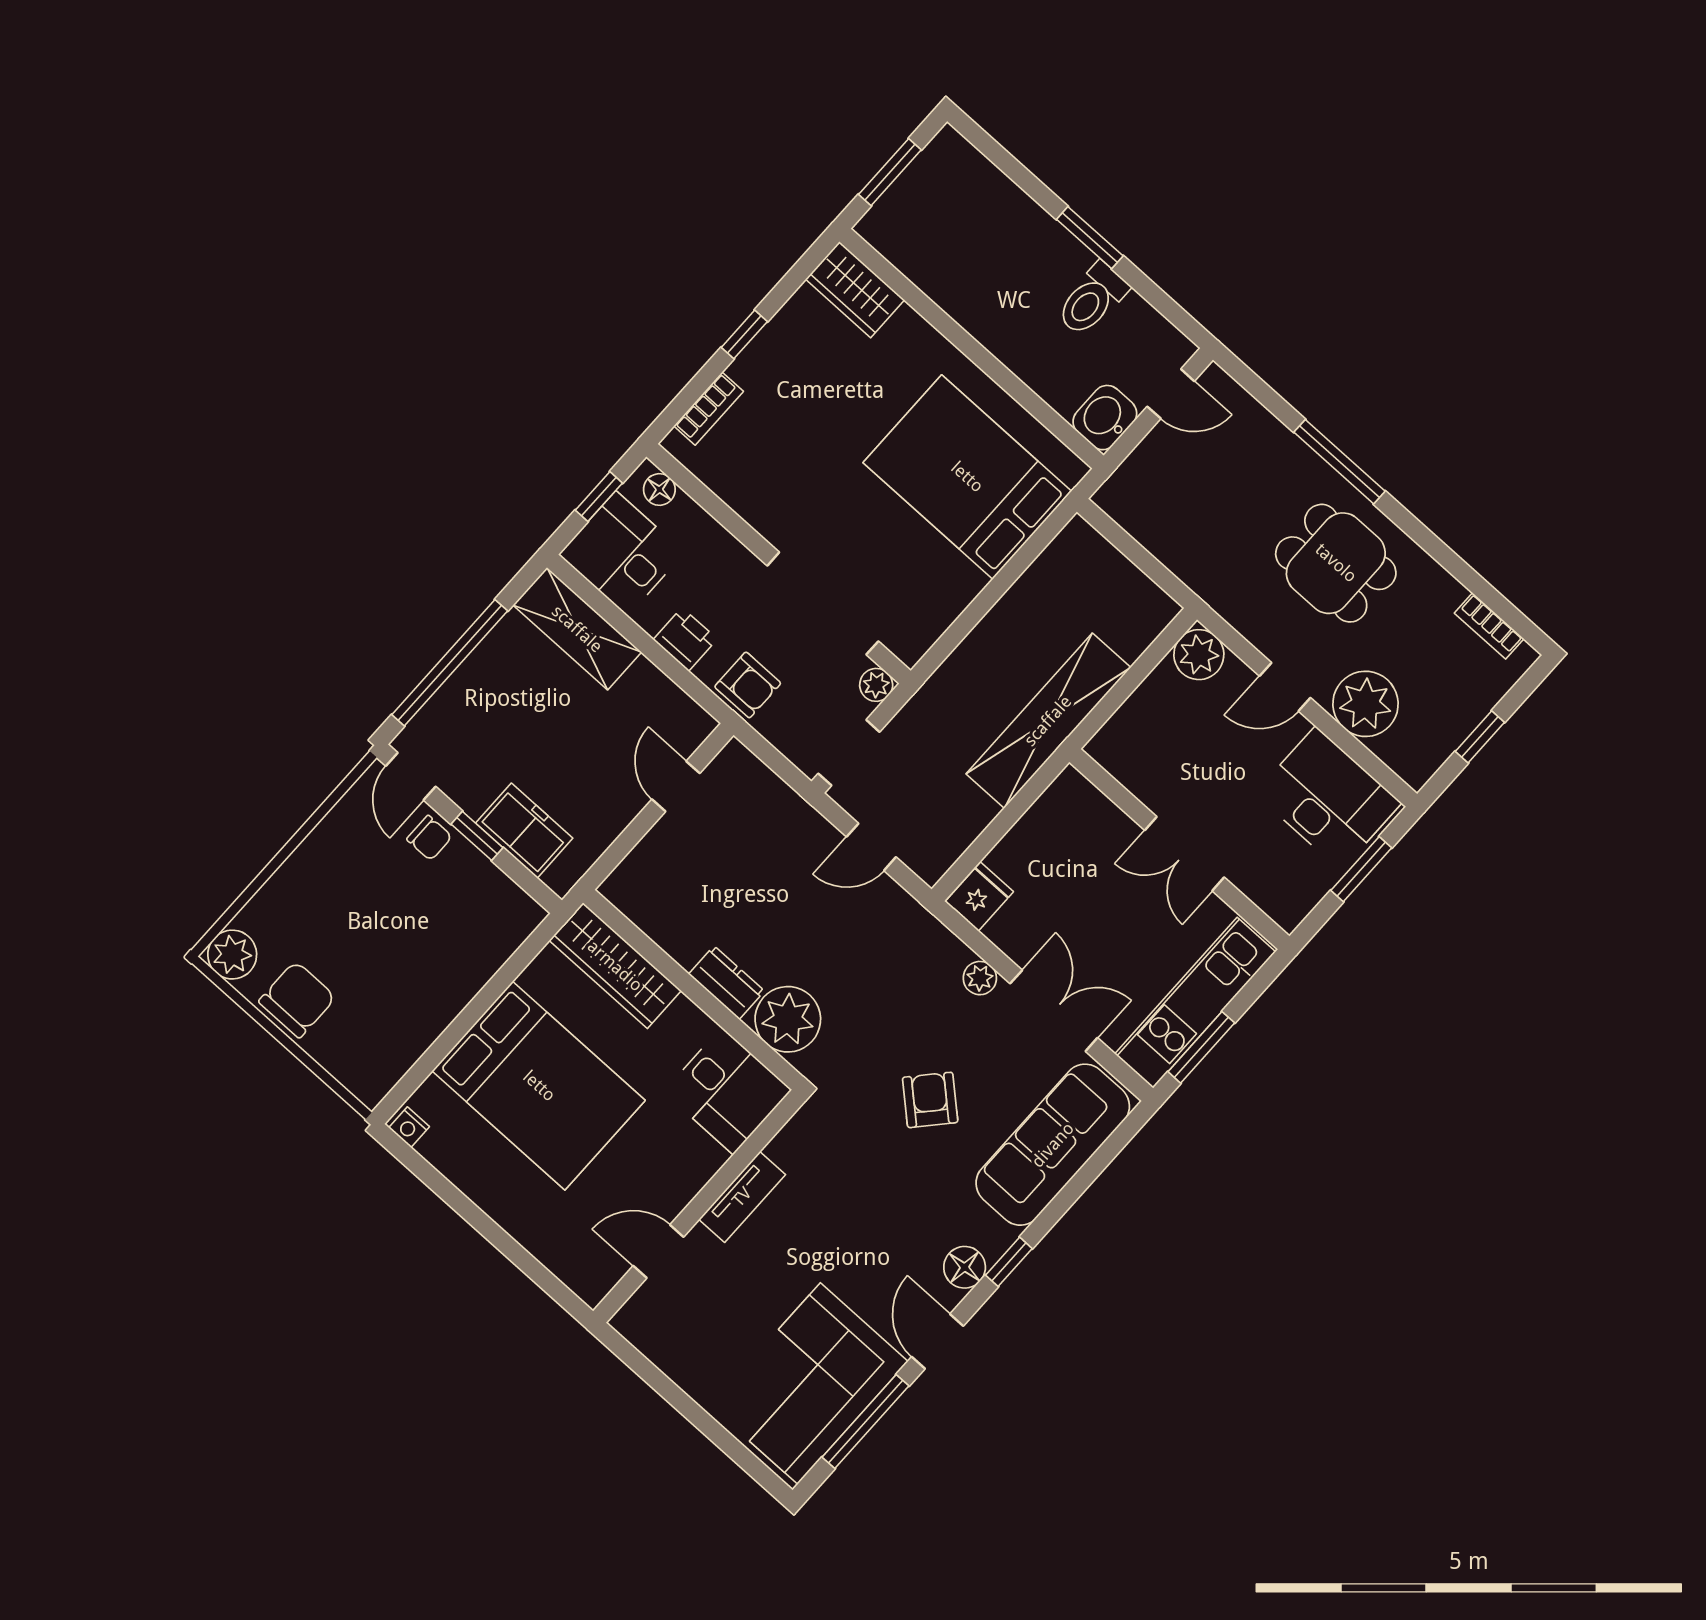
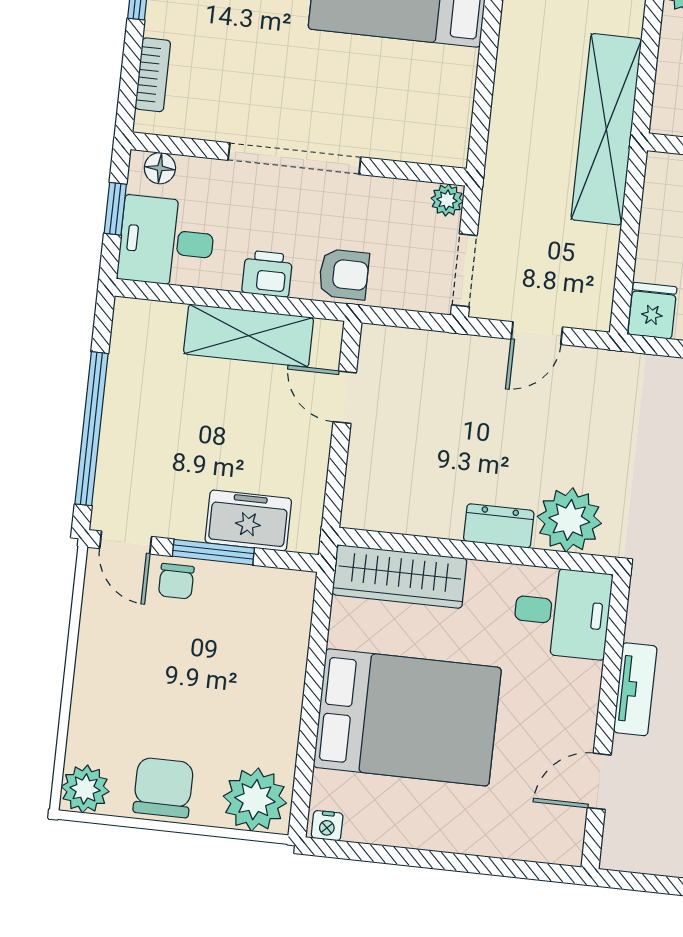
doorway: (823, 603) -> (294, 159), moved
shelving: (577, 629) -> (249, 336), moved
window: (477, 836) -> (213, 552), width x1.50
chair: (429, 838) -> (176, 581), turned 90
plant: (365, 1063) -> (255, 800), added

